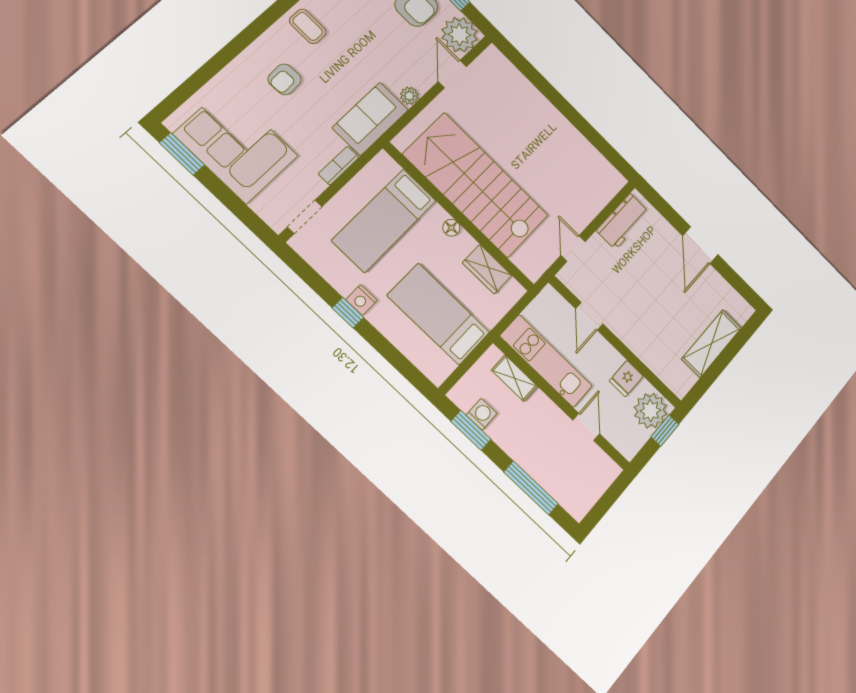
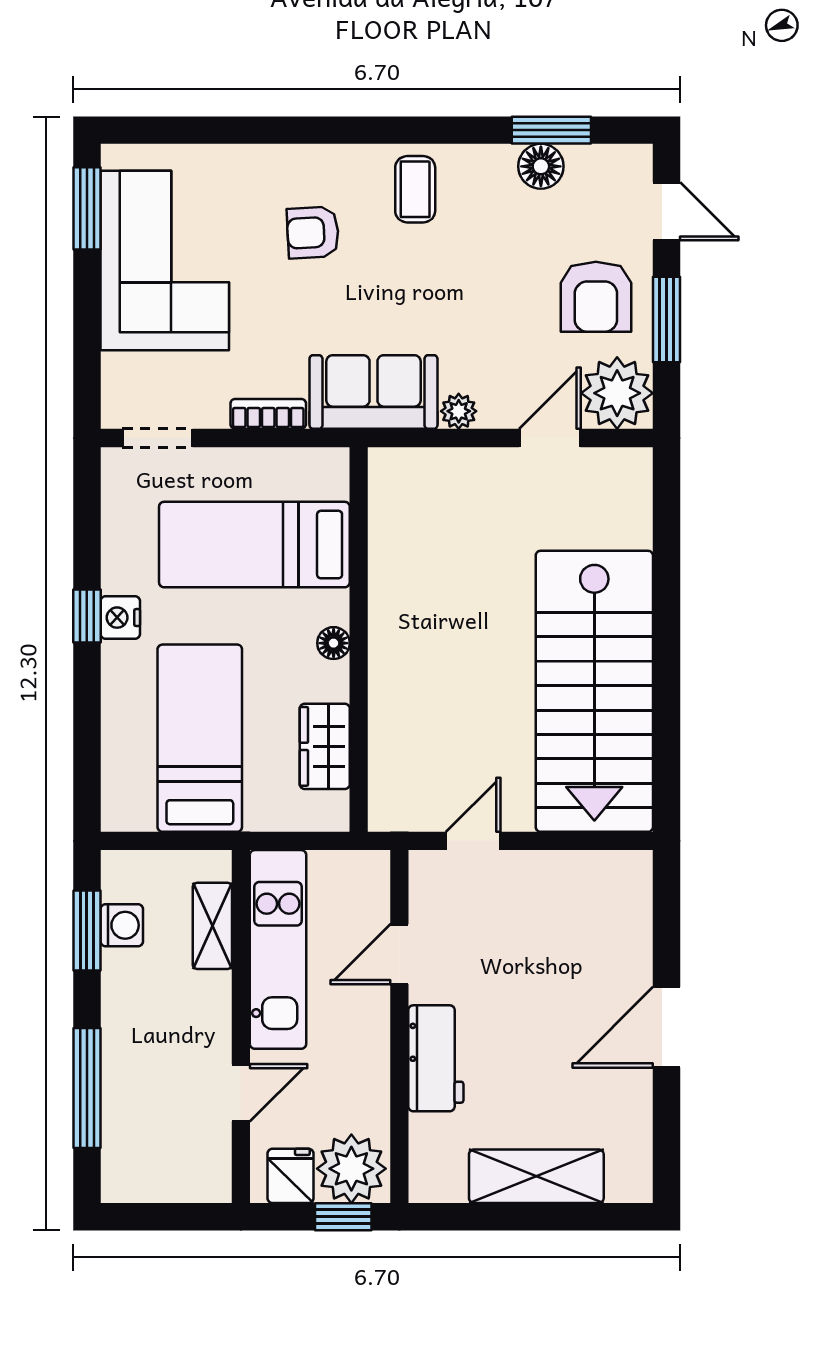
stairs: (476, 185) -> (594, 691), moved, turned 180
workbench: (623, 221) -> (436, 1058), moved, turned -90
fridge: (626, 379) -> (290, 1176), moved, turned 90

